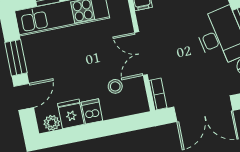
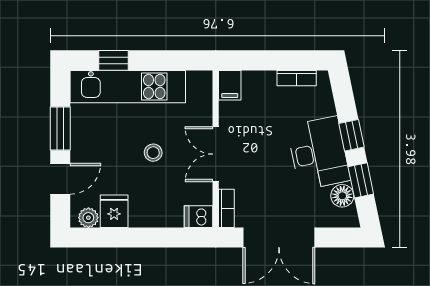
stool: (115, 86) -> (153, 153), moved
dishwasher: (92, 111) -> (198, 217), moved, turned -90

